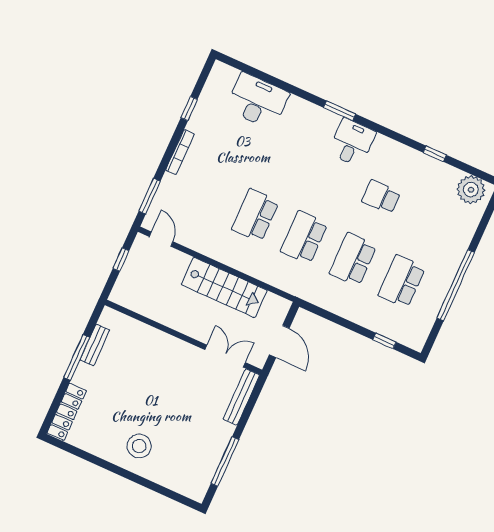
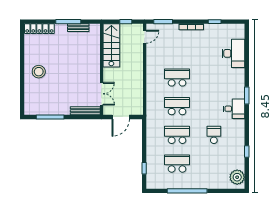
stairs: (224, 287) -> (111, 45), moved, turned 180

